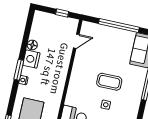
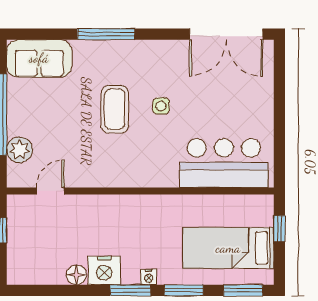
plant: (100, 31) -> (20, 150), added
door: (76, 41) -> (50, 191), hinge flipped
window: (13, 96) -> (184, 290), added

